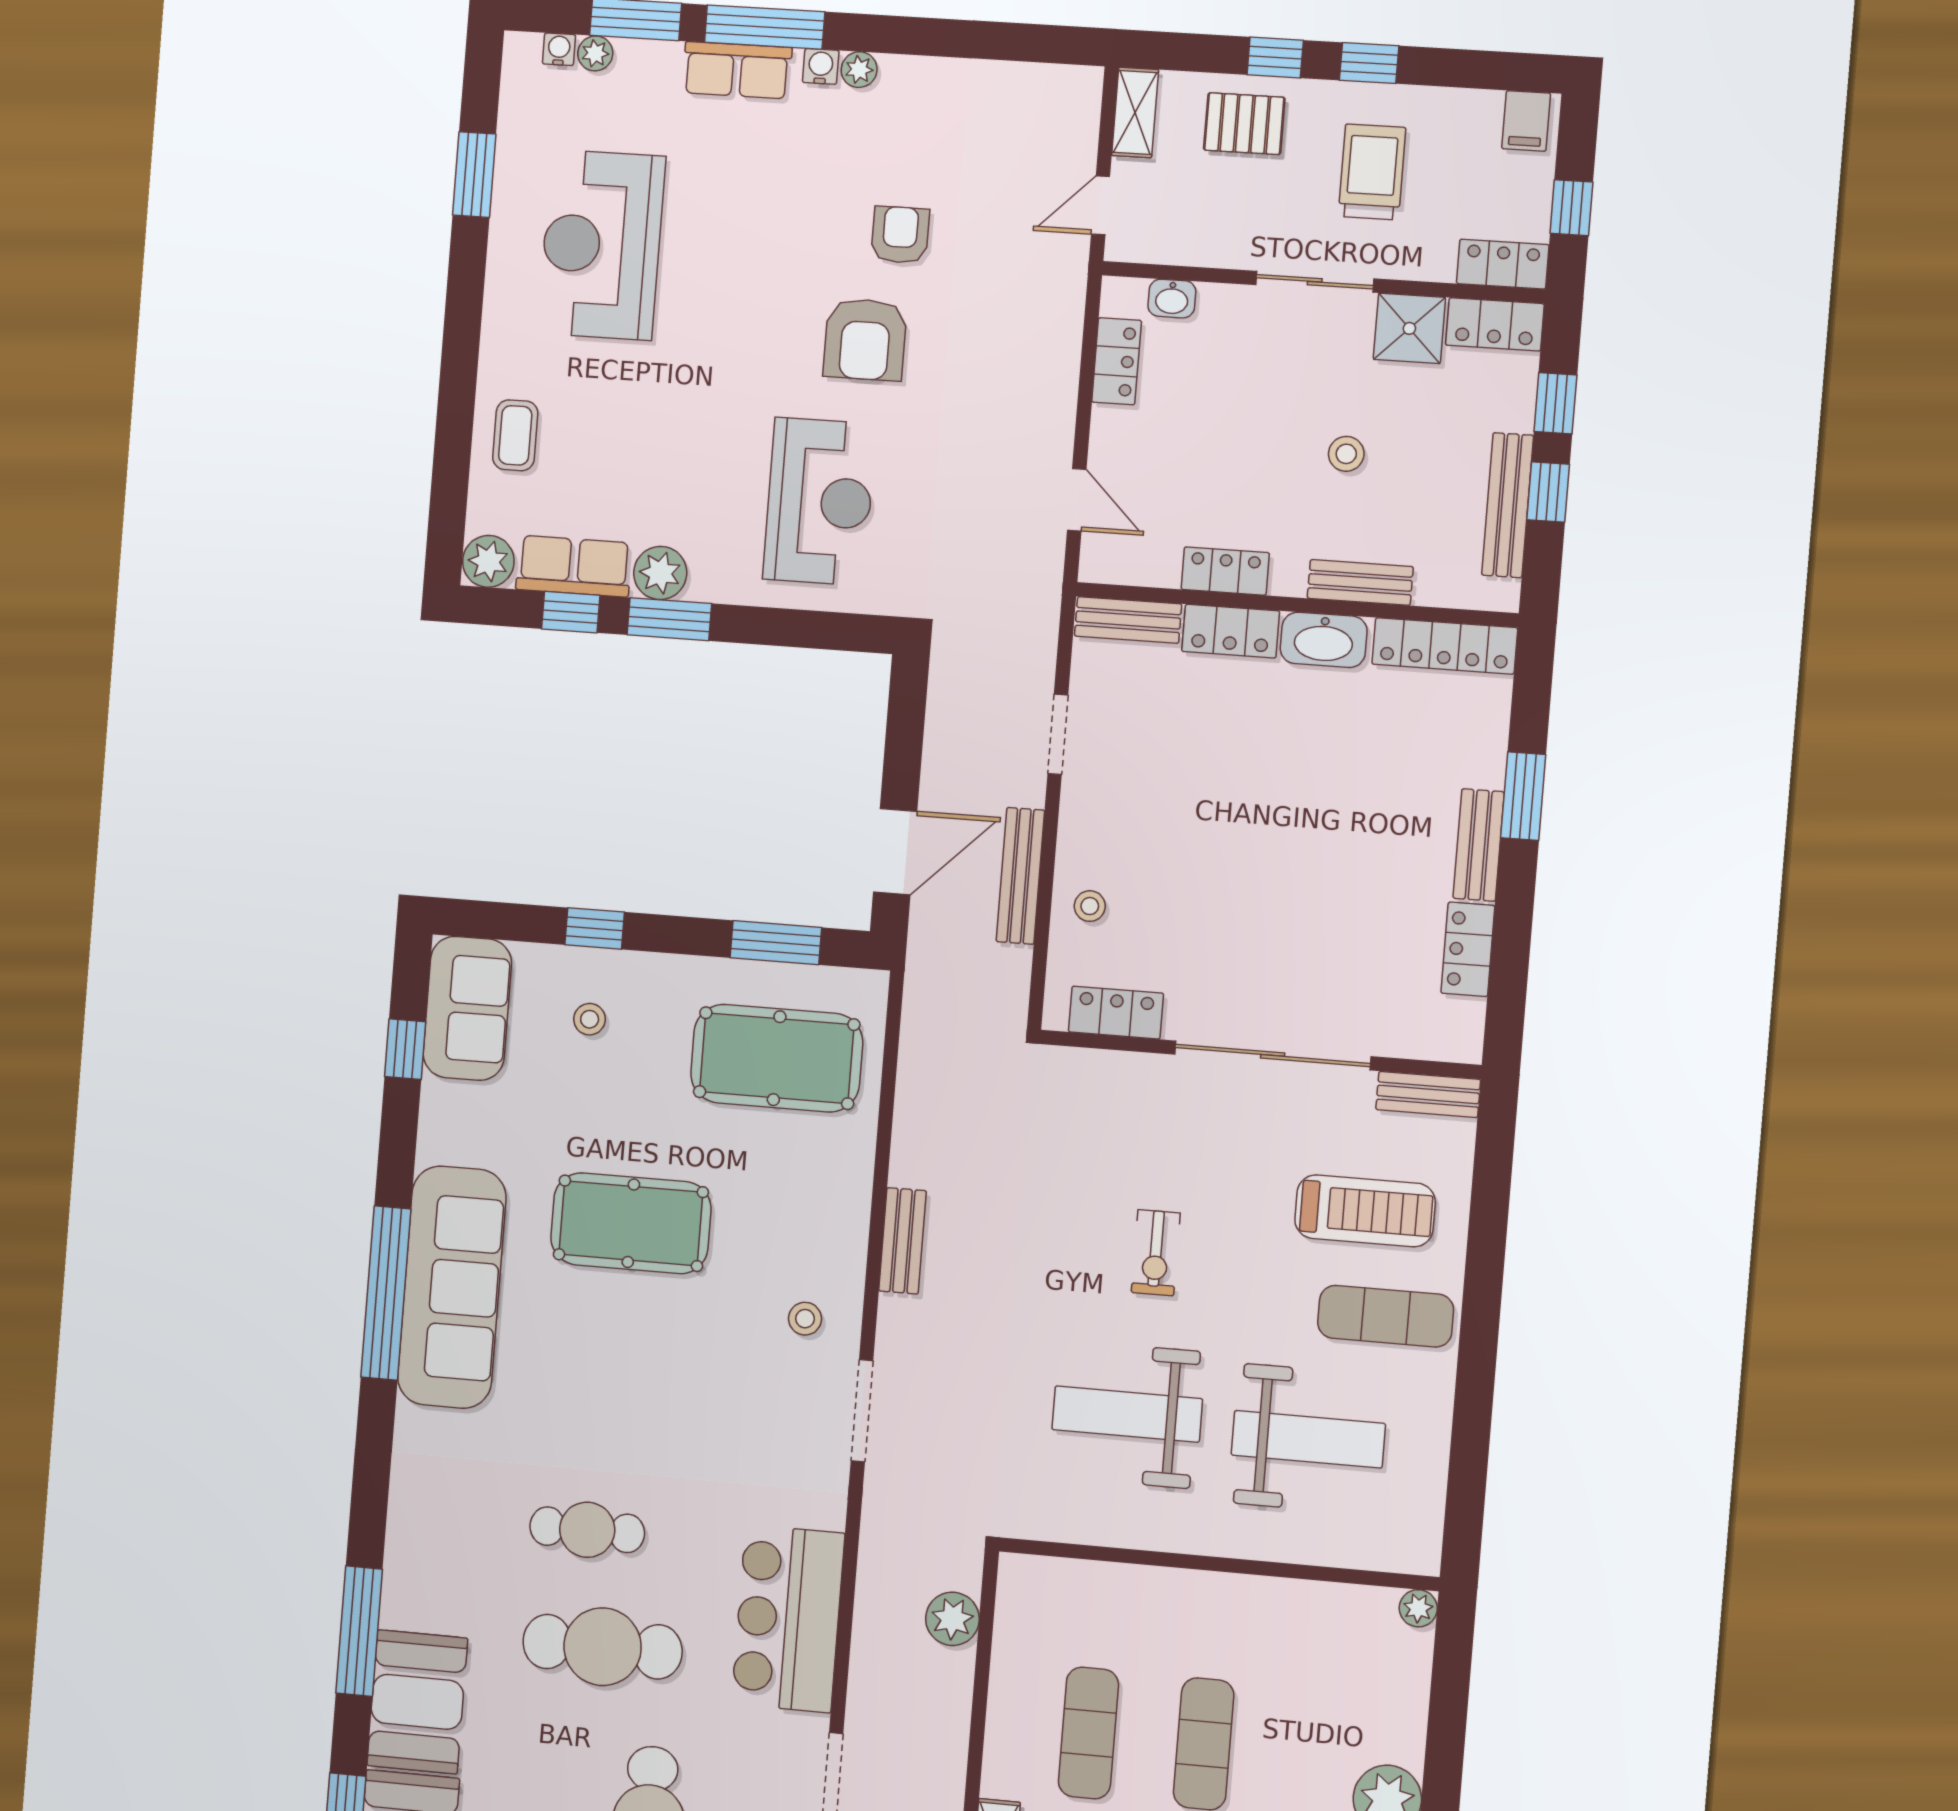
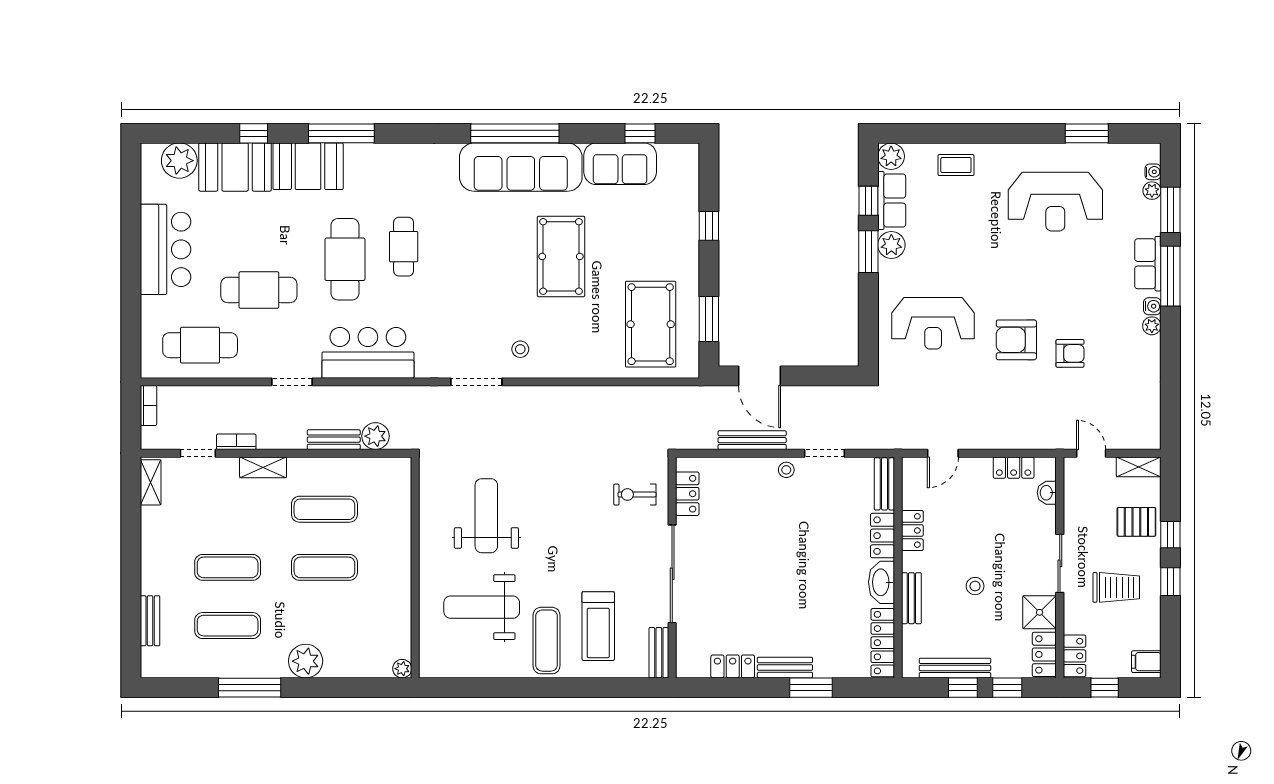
pallet: (1244, 124) -> (1136, 522), turned 90
reception desk: (601, 245) -> (1055, 202), turned 180
stool: (1090, 906) -> (786, 470), moved
sofa: (467, 1008) -> (620, 164), moved
stool: (590, 1019) -> (663, 227), removed
bench: (903, 1241) -> (334, 440), moved
exercise bike: (1156, 1253) -> (635, 495), moved
weight bench: (1308, 1439) -> (482, 607), turned 90

